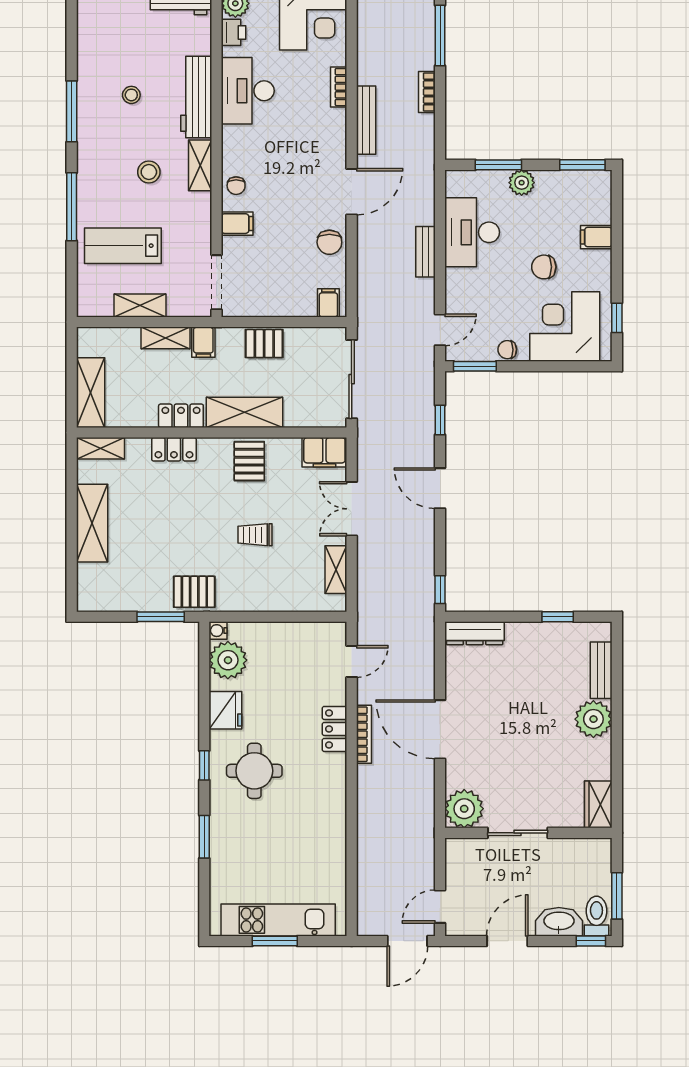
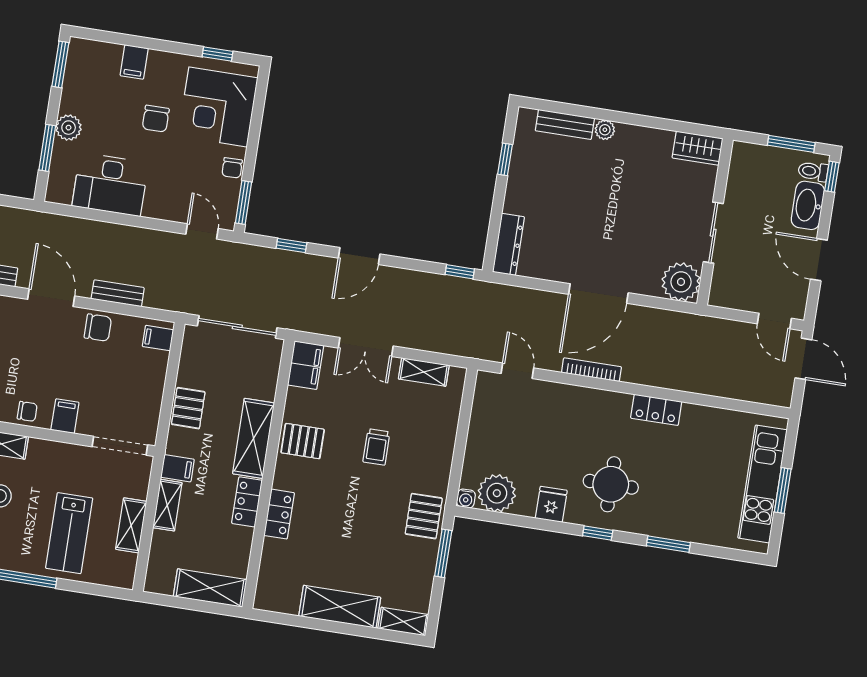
bench: (425, 252) -> (118, 293), moved
shelving: (100, 448) -> (403, 622), moved, turned 90
fridge: (225, 710) -> (551, 504), width x0.72
plant: (593, 719) -> (605, 130), width x0.53, depth x0.53
locker: (335, 729) -> (656, 410), moved
toilet: (596, 916) -> (813, 171), width x0.73, depth x0.72

